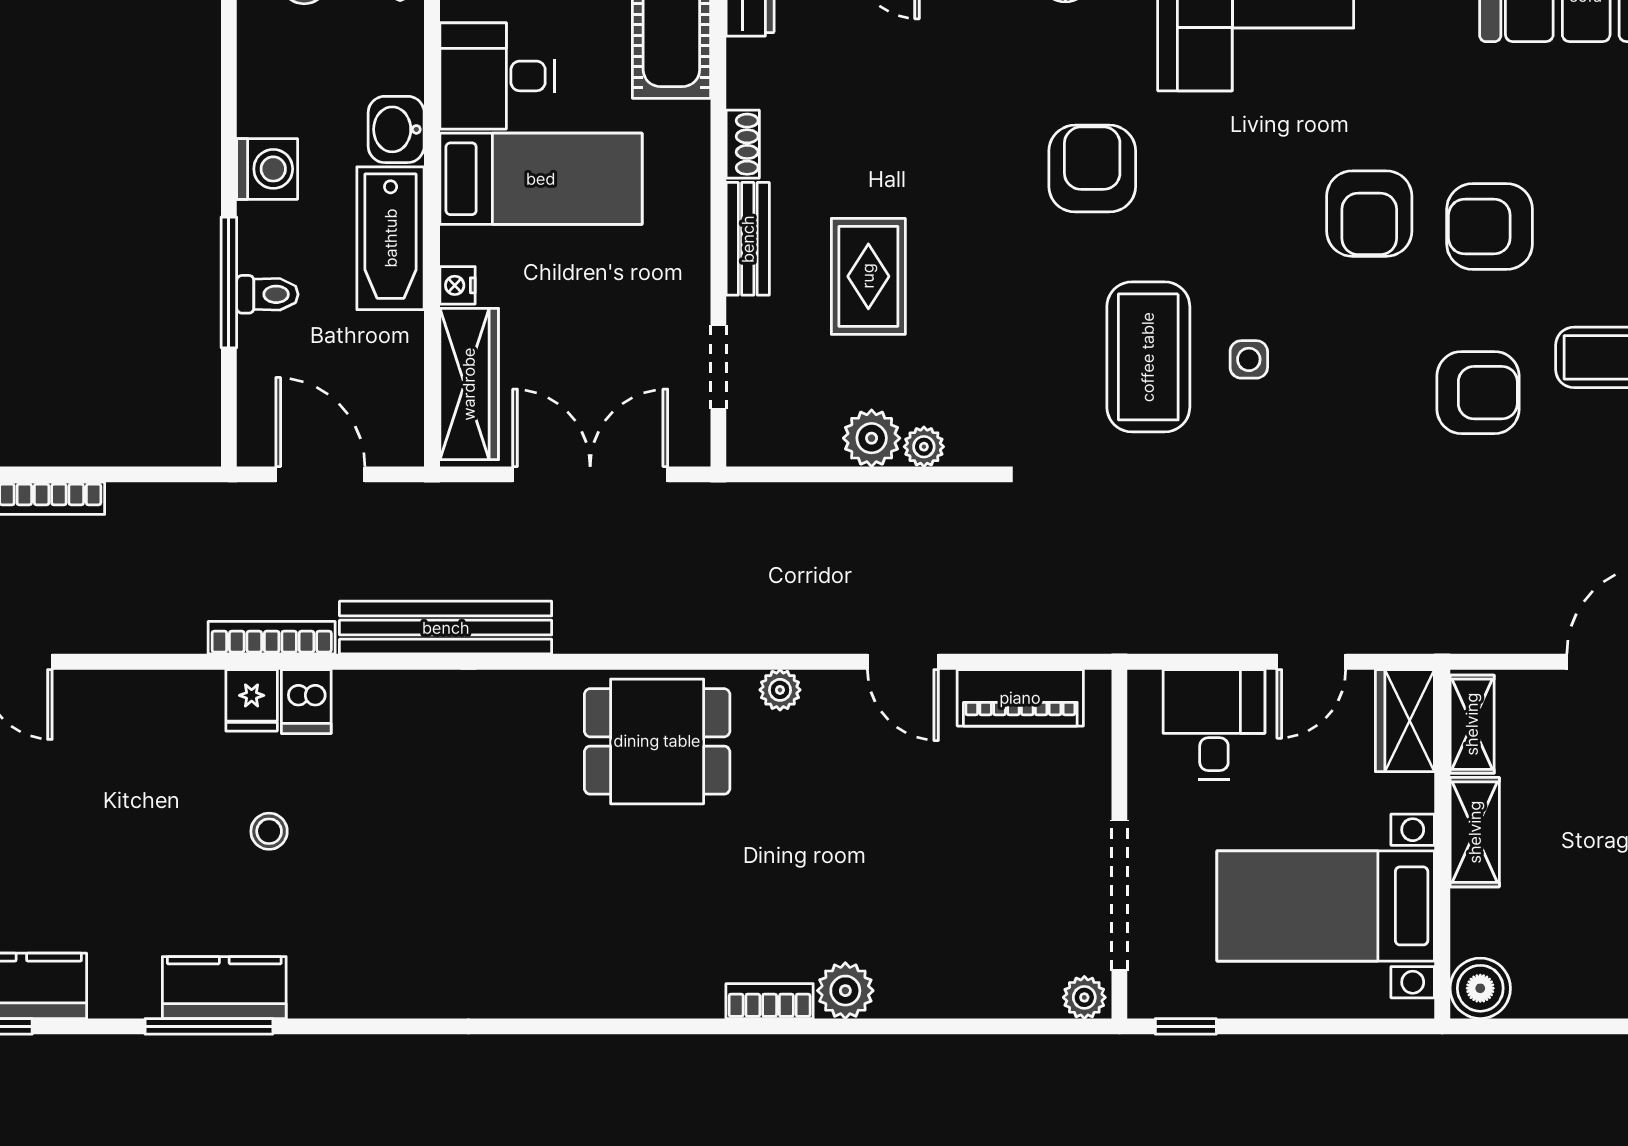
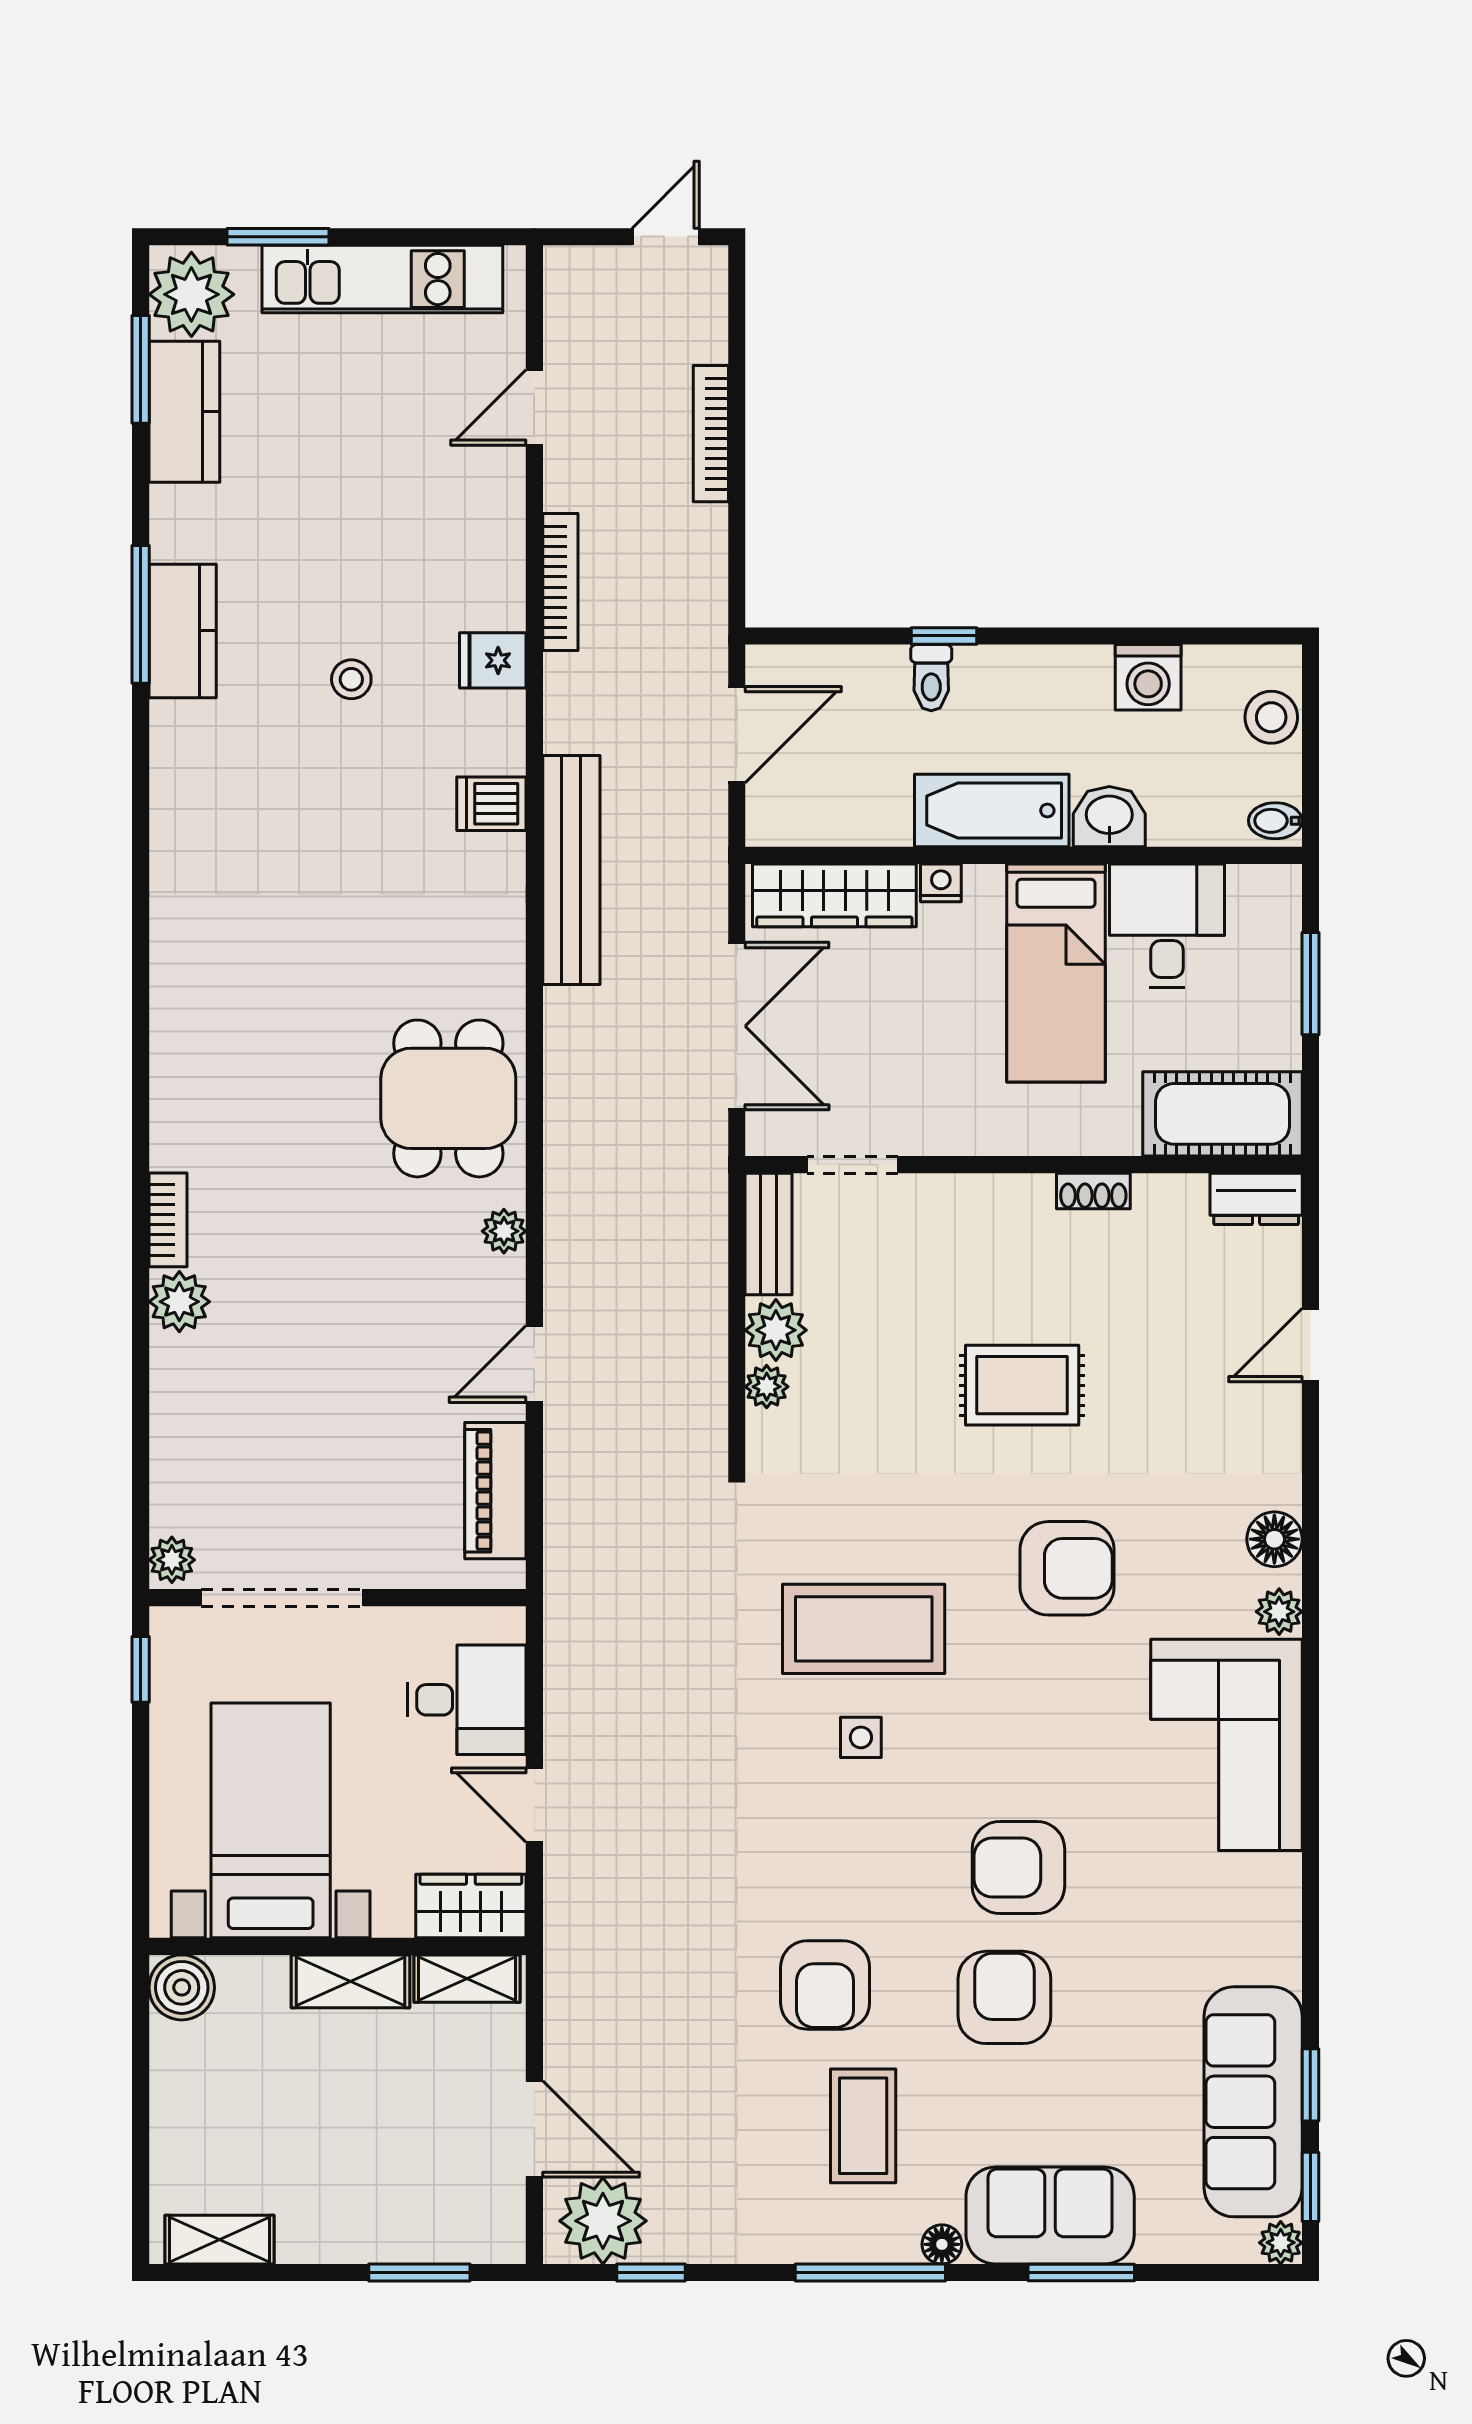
washing machine: (267, 169) -> (1148, 677), moved
bench: (748, 239) -> (769, 1234), moved, turned 90
rug: (868, 276) -> (1022, 1385), moved
window: (229, 282) -> (944, 636), width x0.46
bookcase: (272, 638) -> (560, 582), moved
dishwasher: (306, 702) -> (491, 804), moved

